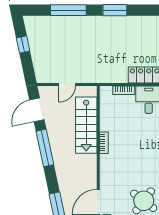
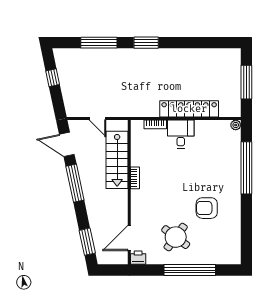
door: (67, 84) -> (98, 118), hinge flipped
door: (37, 110) -> (67, 144), hinge flipped

